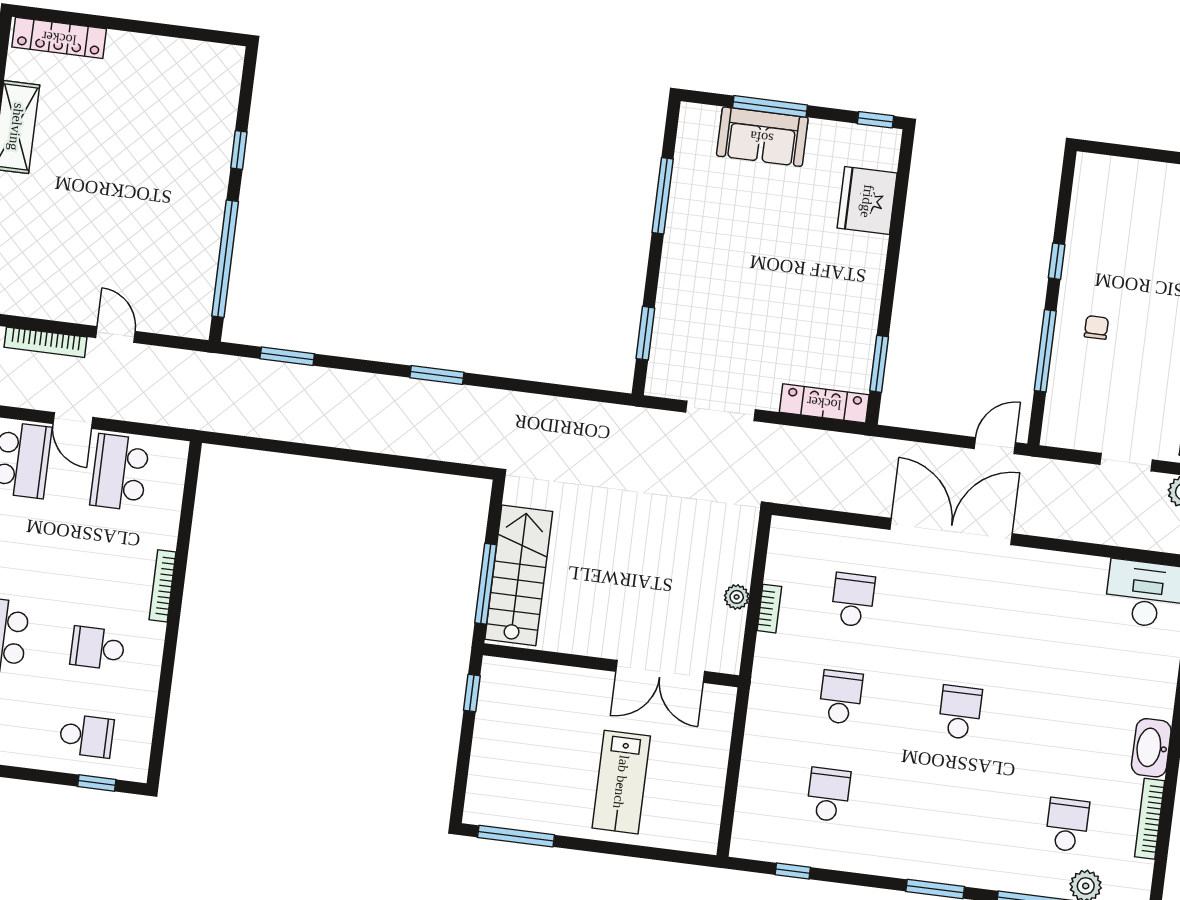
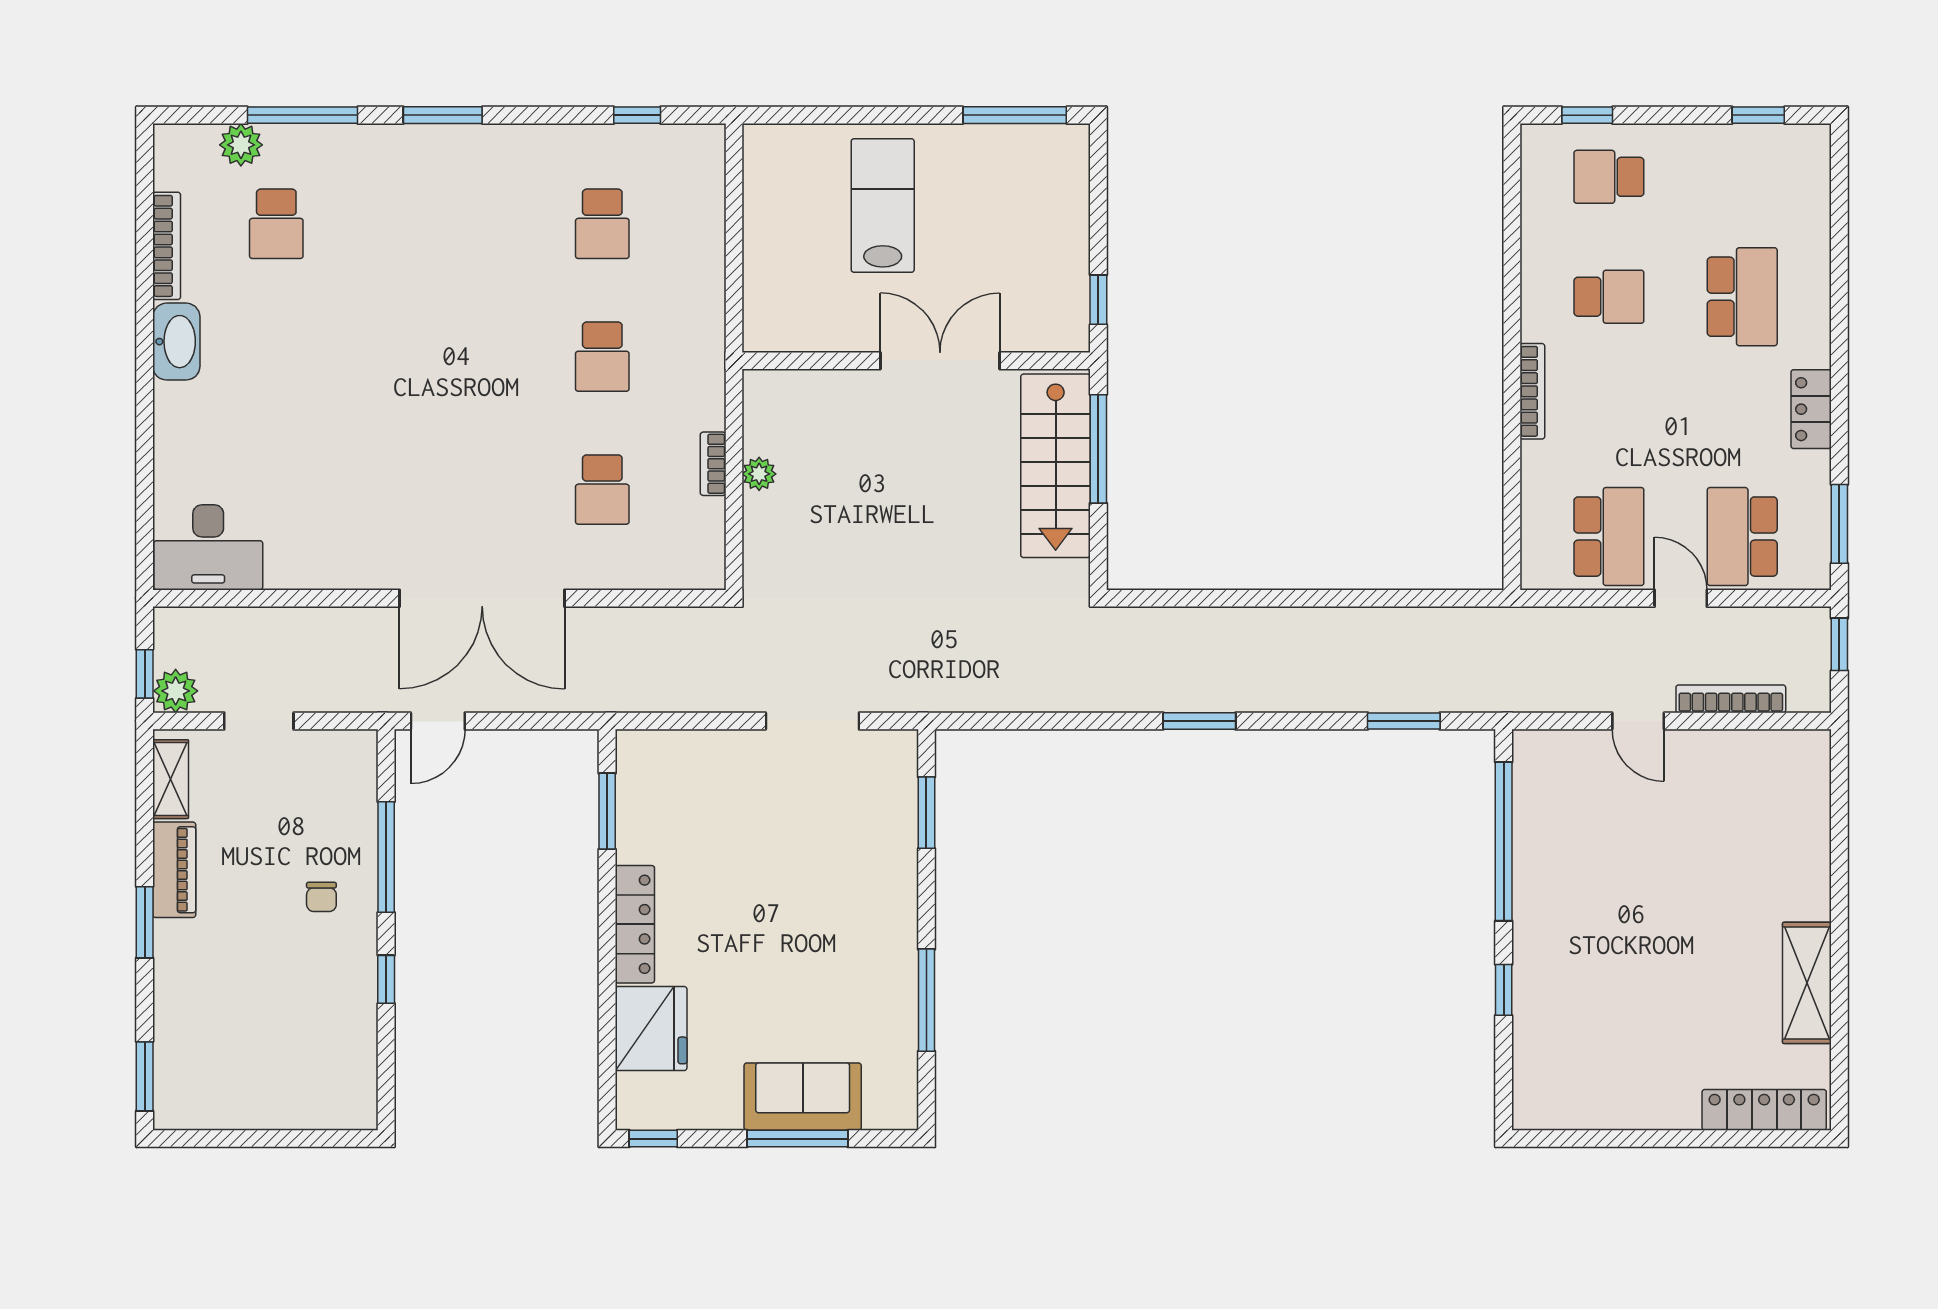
locker: (824, 403) -> (635, 924), moved, turned -90
double door: (660, 671) -> (940, 361), moved
school desk: (960, 712) -> (439, 357), removed

